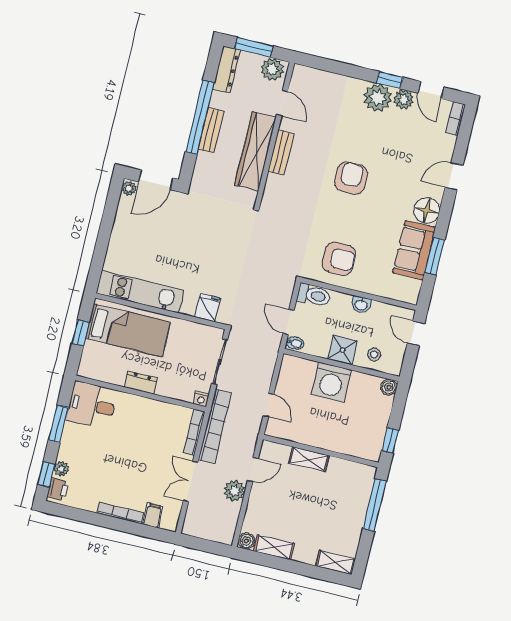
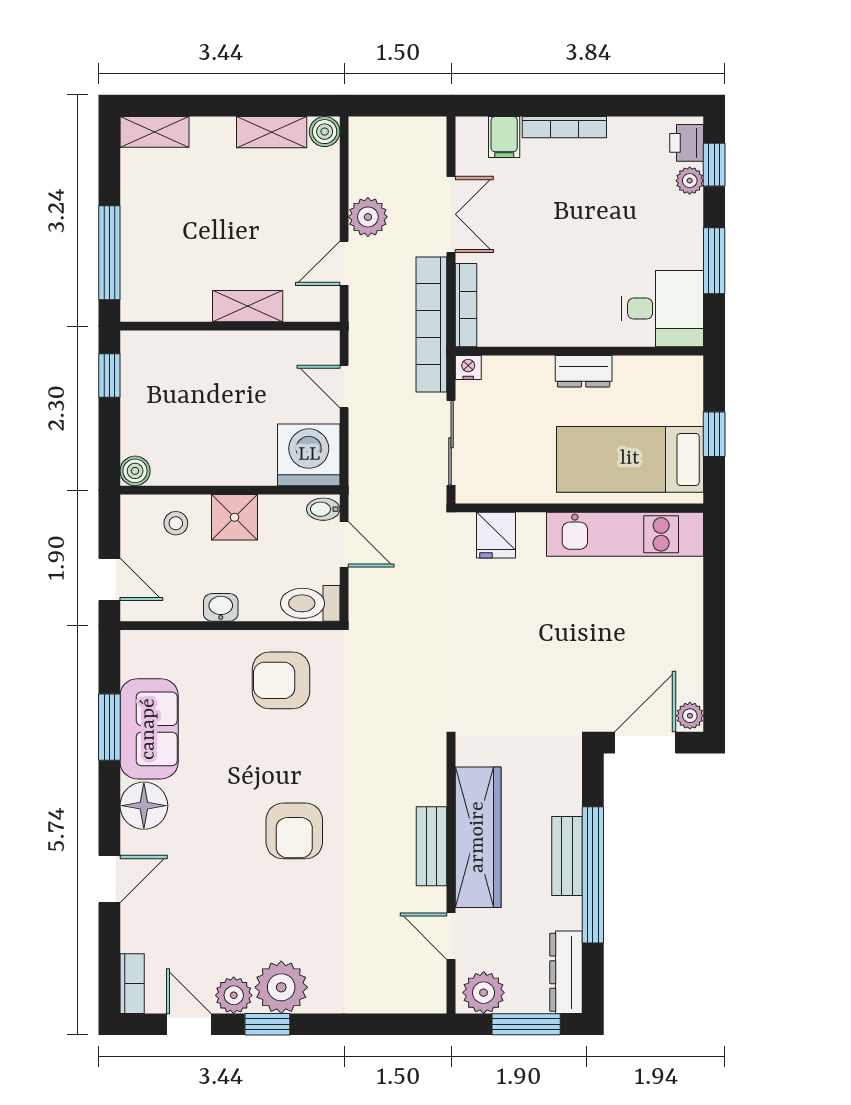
washing machine: (331, 382) -> (309, 455), moved

